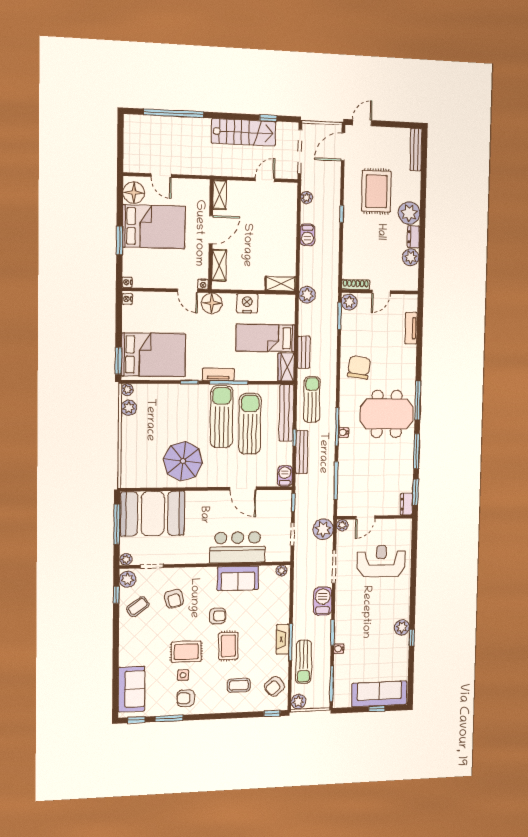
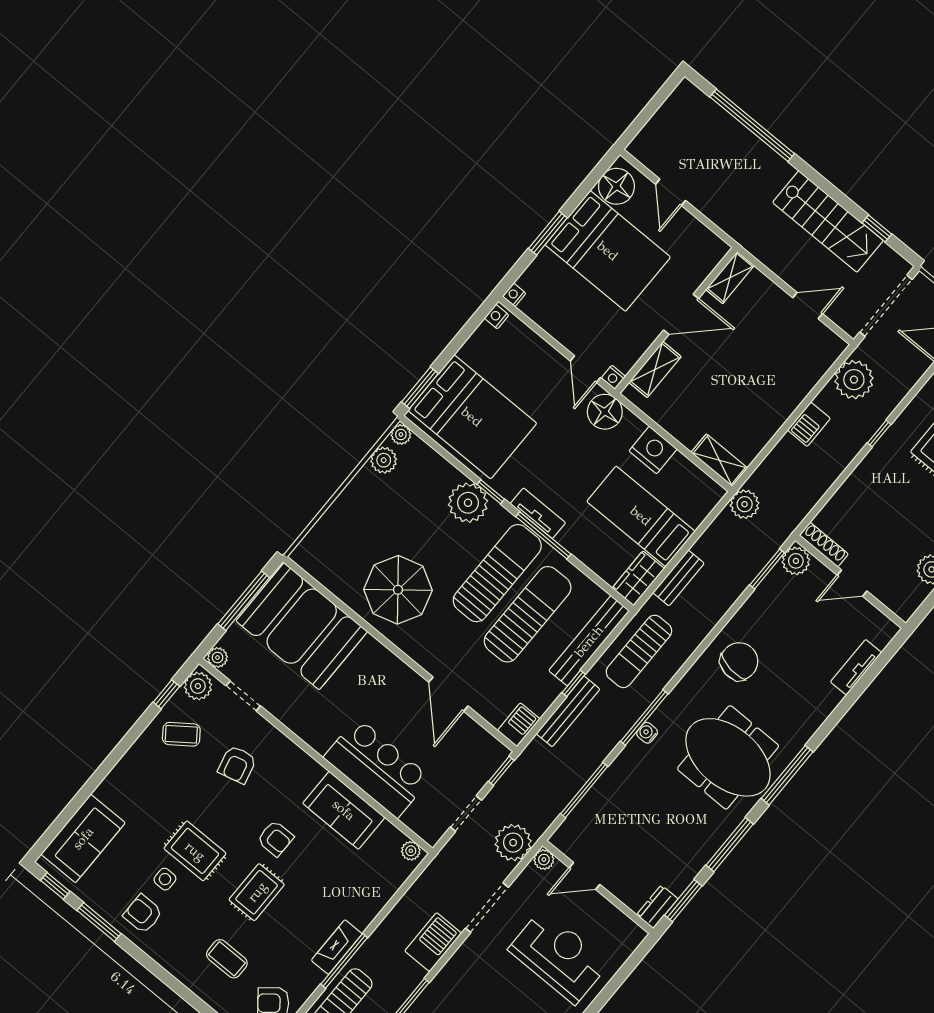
plant: (307, 198) -> (854, 380), width x1.87, depth x1.87
plant: (183, 396) -> (468, 503), added
sun lounger: (312, 399) -> (639, 651), turned 180

